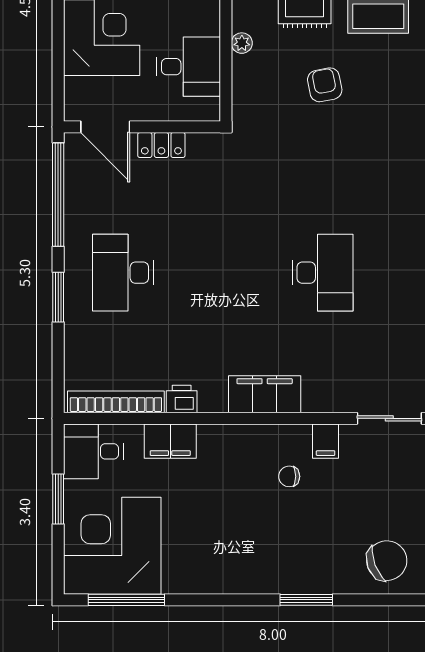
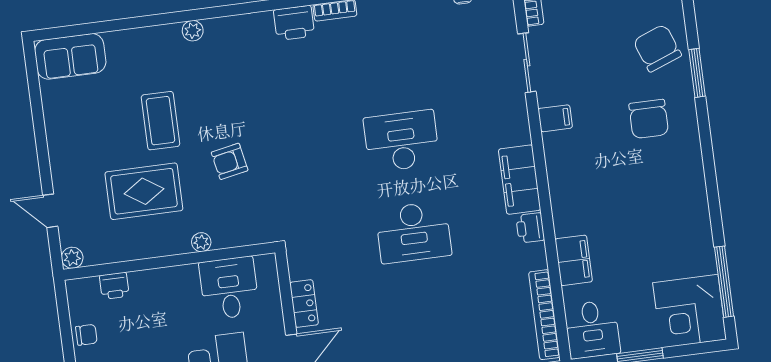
desk: (123, 273) -> (413, 232), moved
printer: (182, 399) -> (530, 228), moved
chair: (289, 476) -> (649, 119), moved, width x1.87, depth x1.87
corner desk: (112, 546) -> (690, 311), width x0.74, depth x0.74
window: (306, 600) -> (697, 73), moved

